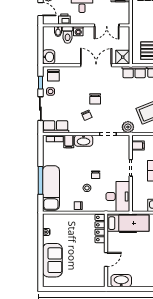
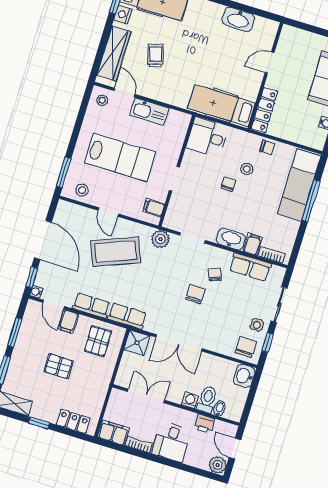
row of seats: (56, 127) -> (250, 267), moved
desk: (118, 196) -> (207, 137), width x0.73
hospital bed: (128, 223) -> (222, 106), moved
locker: (100, 229) -> (264, 110), moved
wall: (106, 250) -> (265, 76), moved
door: (106, 260) -> (270, 62), moved

